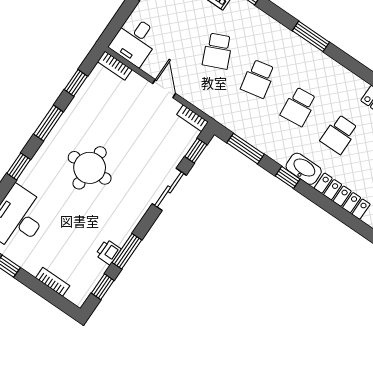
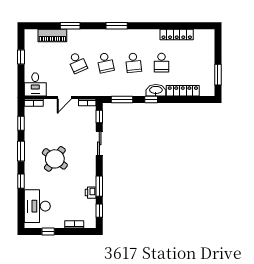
door: (164, 89) -> (64, 98), swing flipped
round table: (90, 168) -> (55, 159), turned 37

